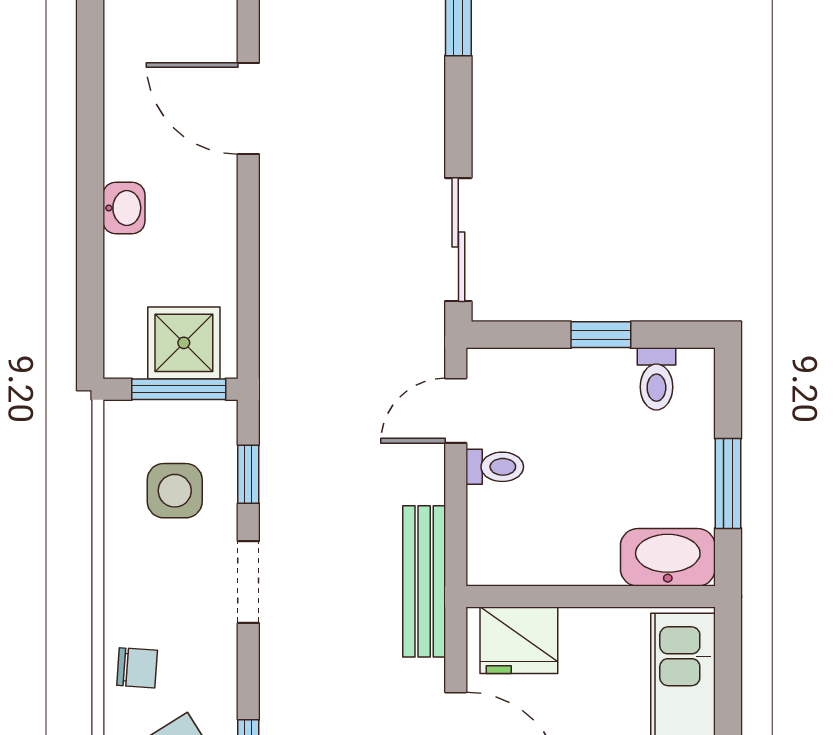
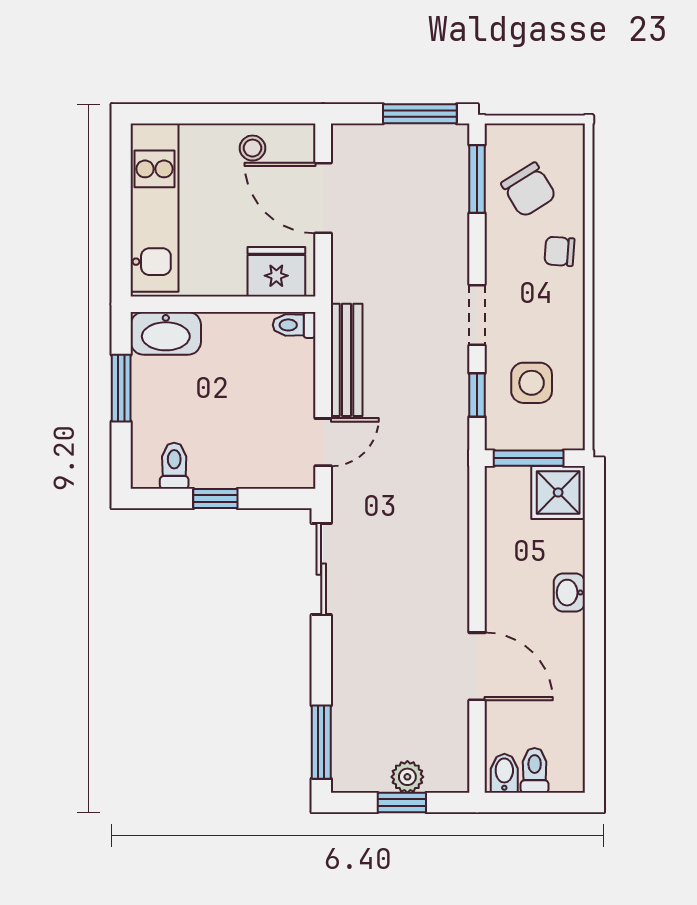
shower: (184, 343) -> (558, 492), moved
toilet: (495, 467) -> (294, 325), moved
bench: (424, 581) -> (347, 360), moved

